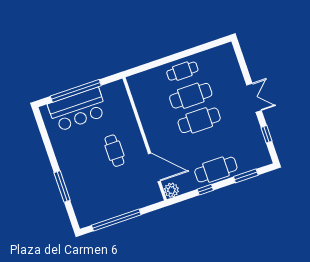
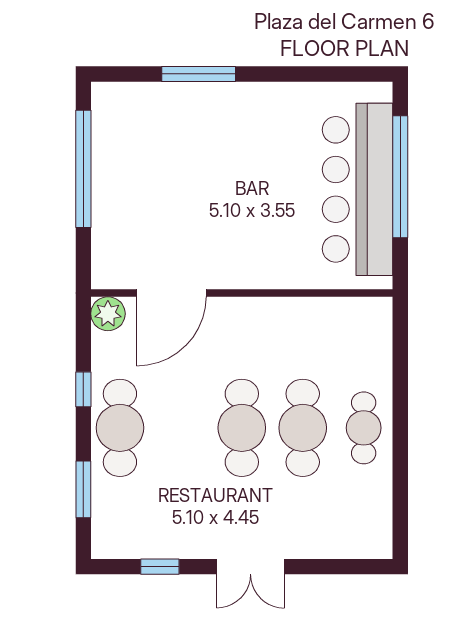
bar counter: (78, 110) -> (358, 189), width x1.36
cafe table: (114, 151) -> (238, 217), removed

